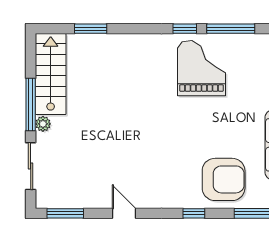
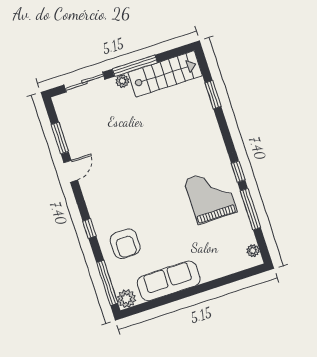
grand piano: (202, 68) -> (210, 196), turned -90
armchair: (224, 179) -> (125, 244), width x0.73, depth x0.73
window: (65, 213) -> (60, 138), moved

